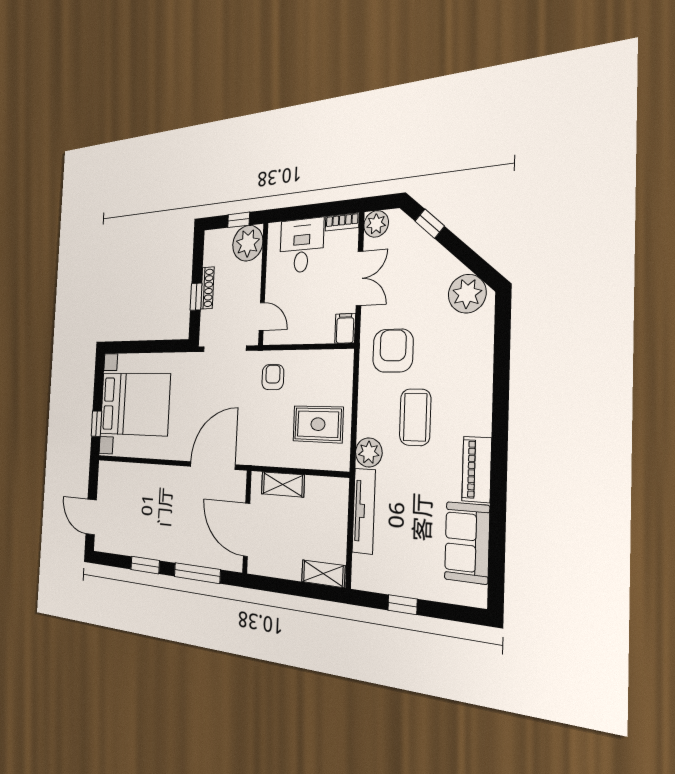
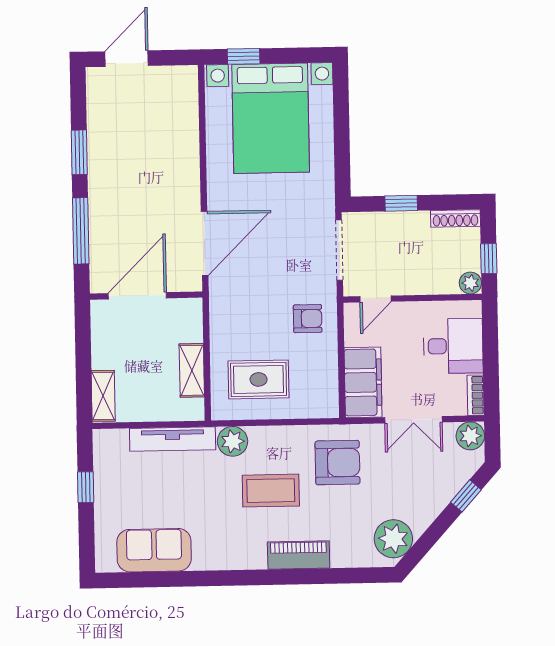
plant: (248, 243) -> (470, 283), width x0.53, depth x0.53
shoe rack: (207, 288) -> (455, 218), moved
filing cabinet: (345, 328) -> (363, 382), width x3.00, depth x1.17
rug: (318, 424) -> (259, 379), turned 90
door: (213, 466) -> (205, 243), hinge flipped
piano: (477, 469) -> (299, 555), moved
shelving: (283, 484) -> (192, 370), moved

